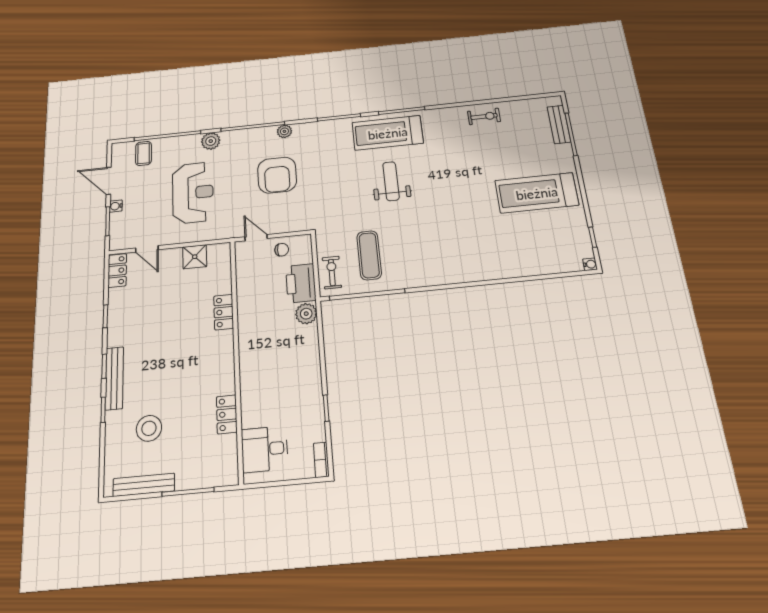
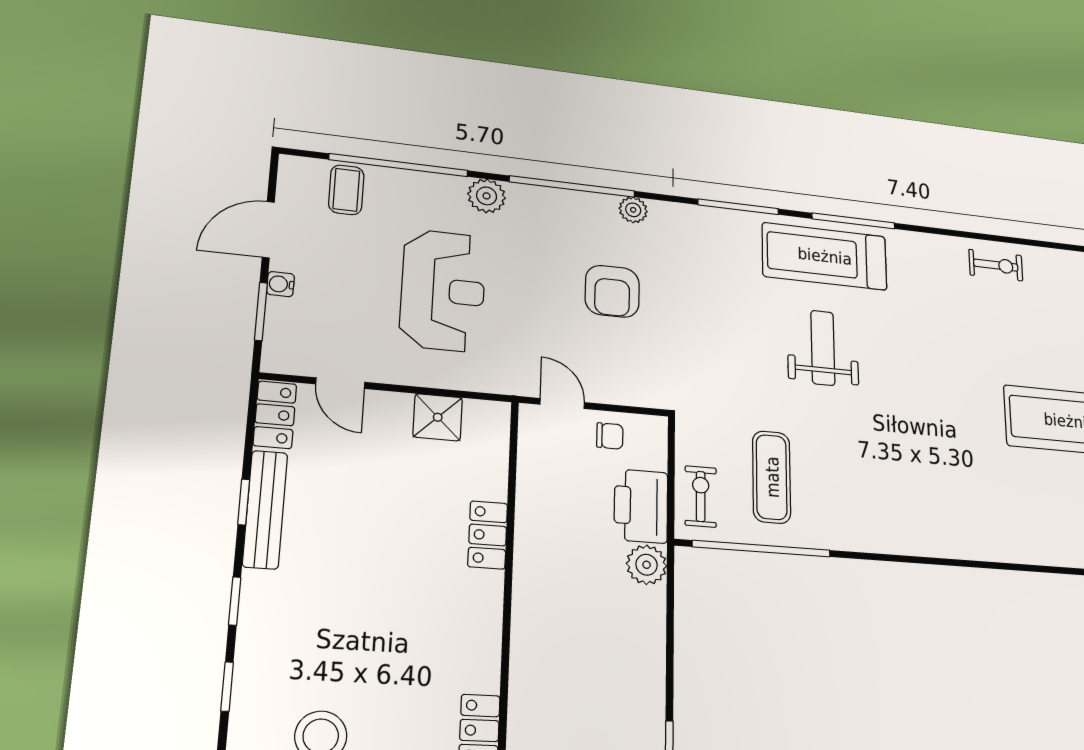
armchair: (277, 175) -> (612, 291), width x0.73, depth x0.73
door: (109, 181) -> (268, 230), hinge flipped
bench: (114, 378) -> (265, 509), moved

